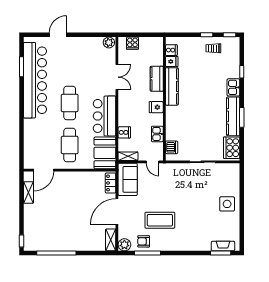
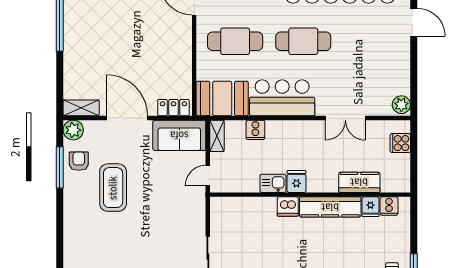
kitchen counter: (157, 79) -> (359, 182), moved
kitchen sink: (157, 134) -> (273, 183), moved
dishwasher: (172, 147) -> (288, 206), moved

